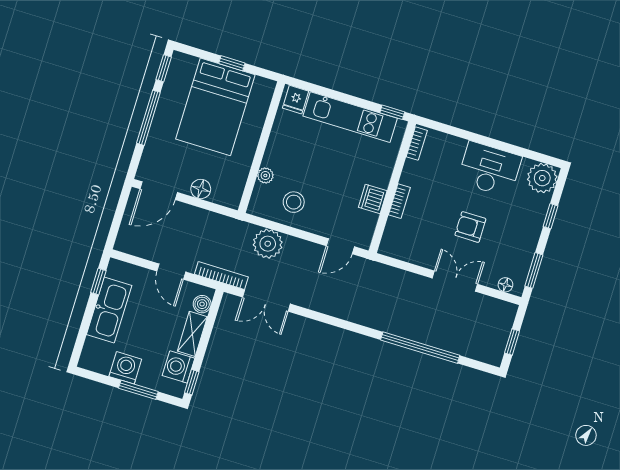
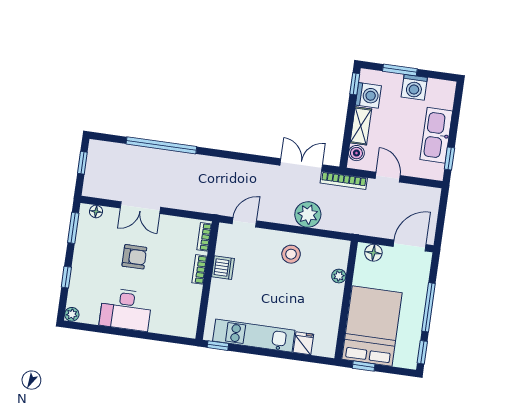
bookcase: (417, 144) -> (204, 237), moved
wall: (261, 147) -> (346, 300), moved
plant: (265, 176) -> (339, 276), moved
plant: (542, 178) -> (72, 314), width x0.53, depth x0.53

